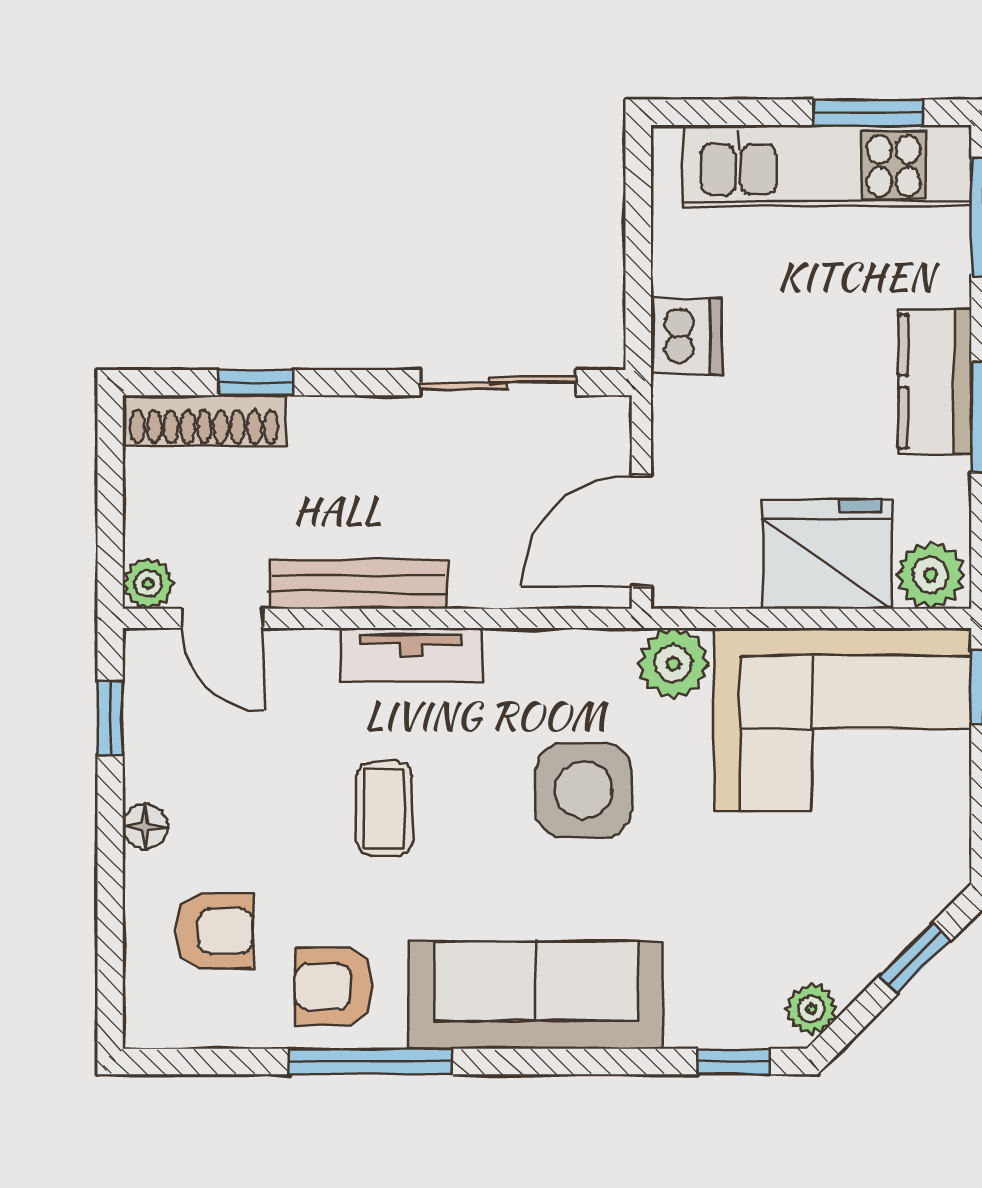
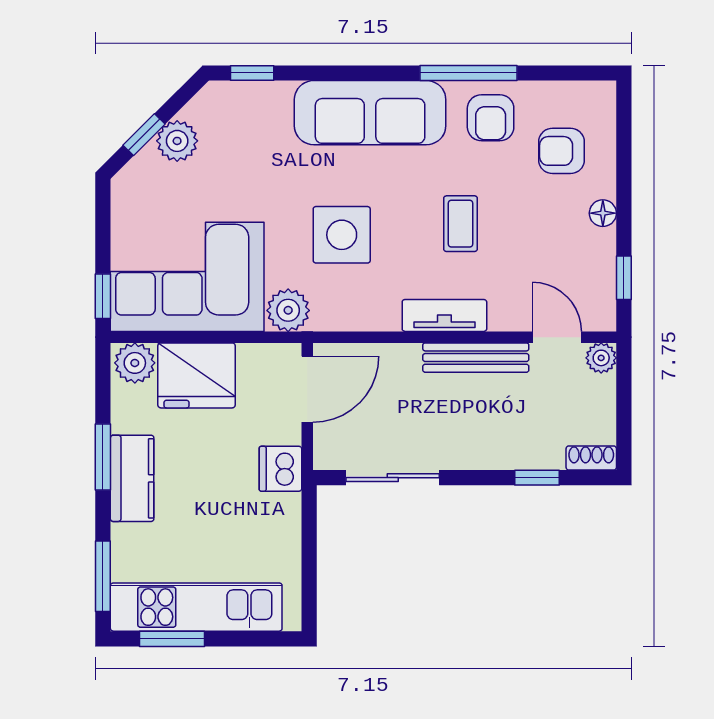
dishwasher: (686, 337) -> (280, 469), moved
shoe rack: (204, 420) -> (591, 458), width x0.51, depth x0.81
armchair: (334, 987) -> (491, 118), turned 90
plant: (811, 1009) -> (177, 141), moved, width x1.38, depth x1.38

